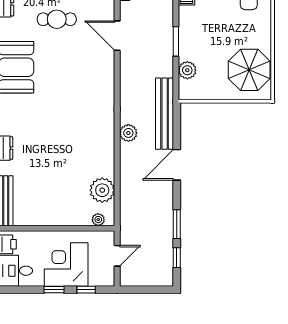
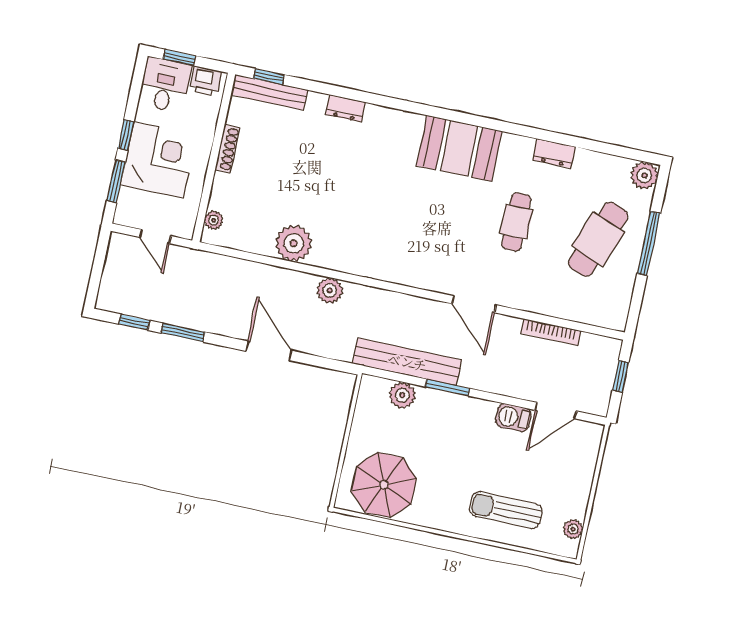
door: (117, 36) -> (474, 304), swing flipped
bench: (165, 114) -> (407, 362), moved
plant: (102, 190) -> (294, 243), moved
shoe rack: (49, 221) -> (227, 149), added
window: (86, 290) -> (116, 181), width x1.50

